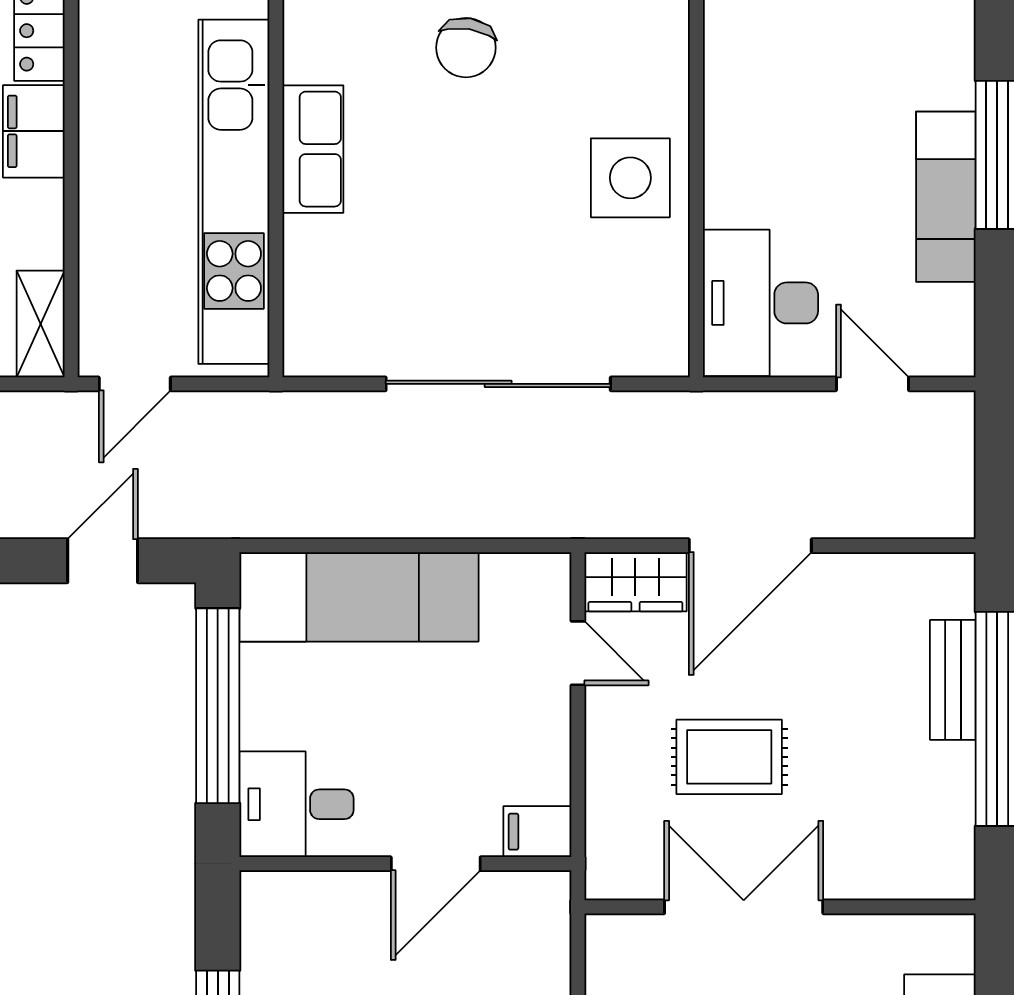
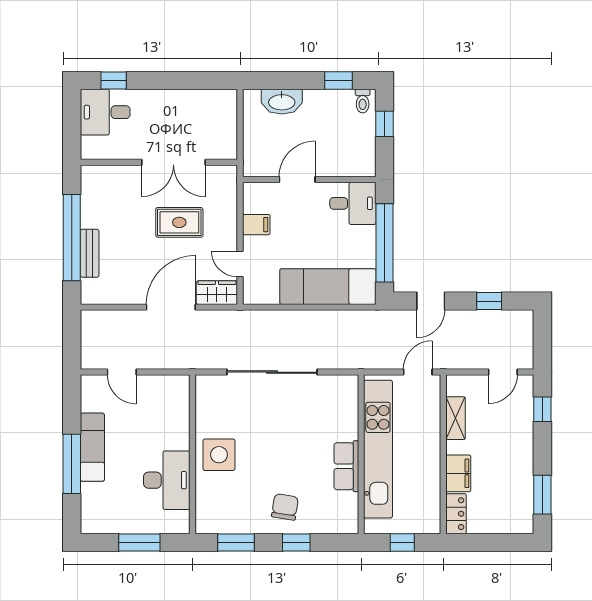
desk: (760, 303) -> (167, 480), moved
shelving: (41, 324) -> (456, 418), moved
filing cabinet: (537, 832) -> (256, 225), moved

